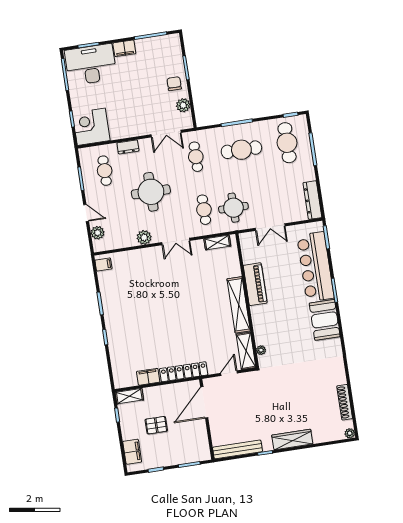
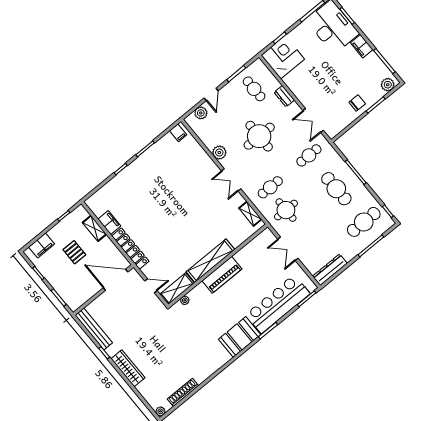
plant: (183, 105) -> (388, 85), moved
cafe table: (105, 171) -> (254, 89), turned 90
piano: (255, 284) -> (222, 275), moved
shelving: (129, 396) -> (94, 228), moved

